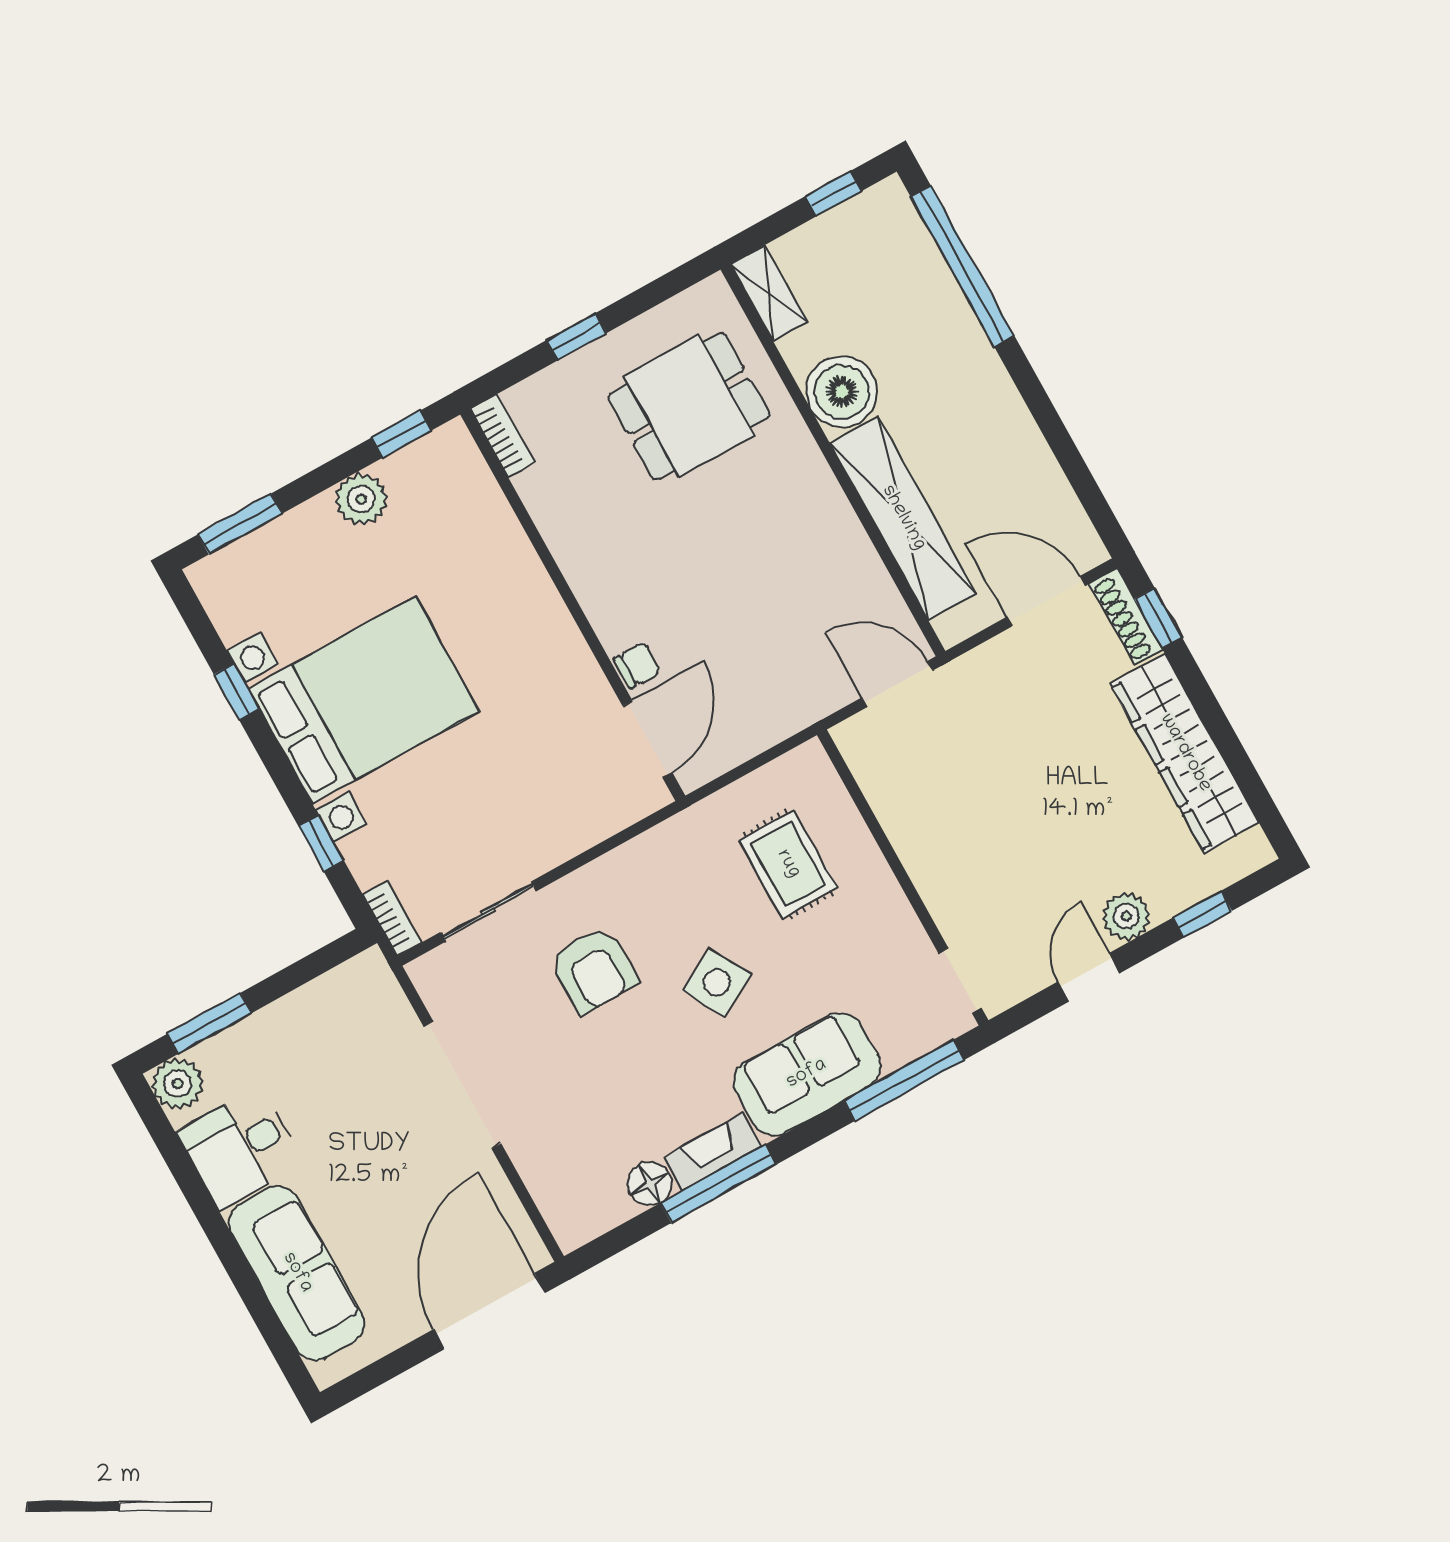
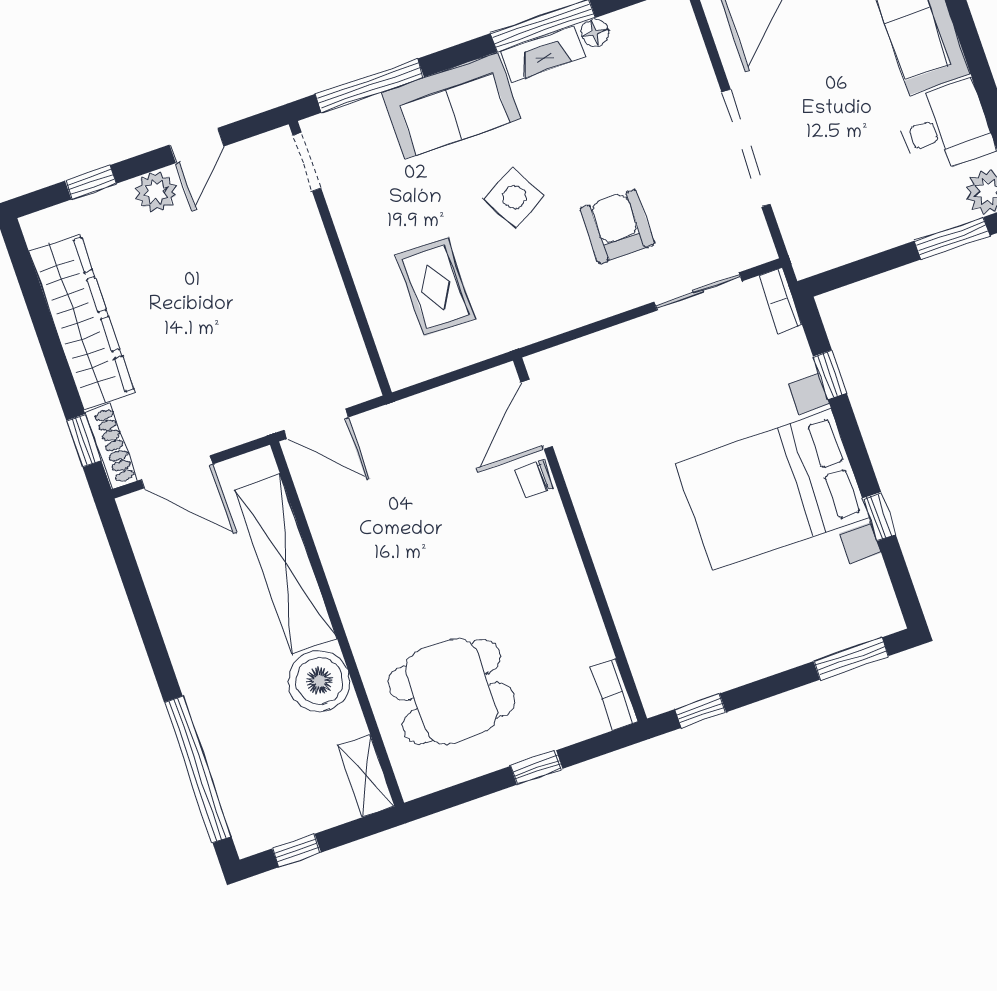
plant: (361, 499) -> (744, 661), removed
floor lamp: (650, 1184) -> (595, 33), width x0.73, depth x0.73

